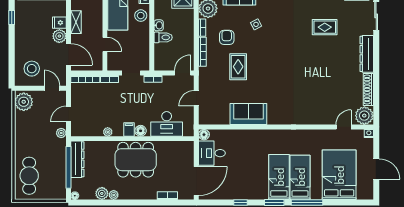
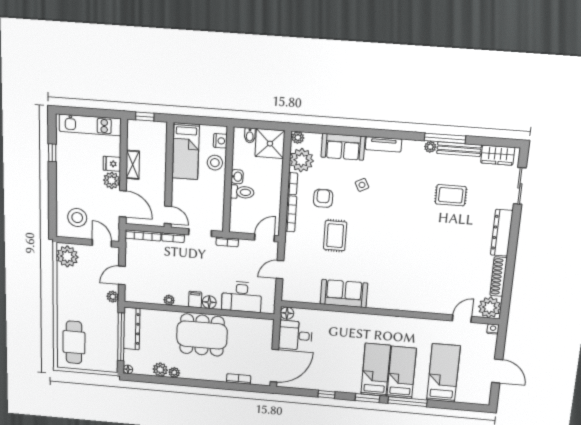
door: (105, 44) -> (168, 215), moved
bed: (339, 175) -> (443, 373), width x0.67

